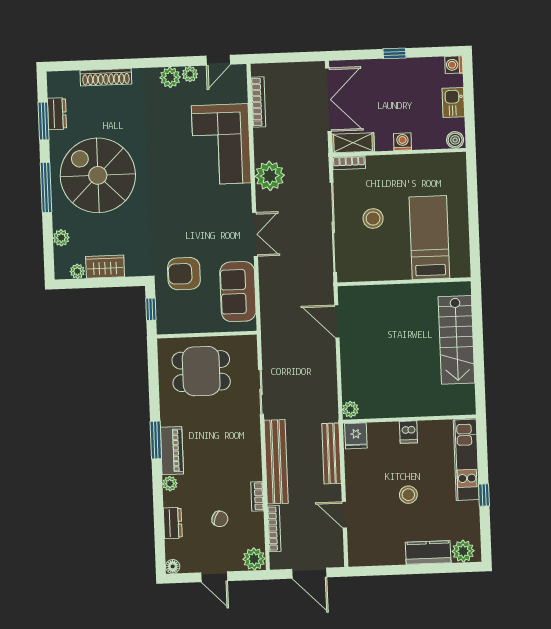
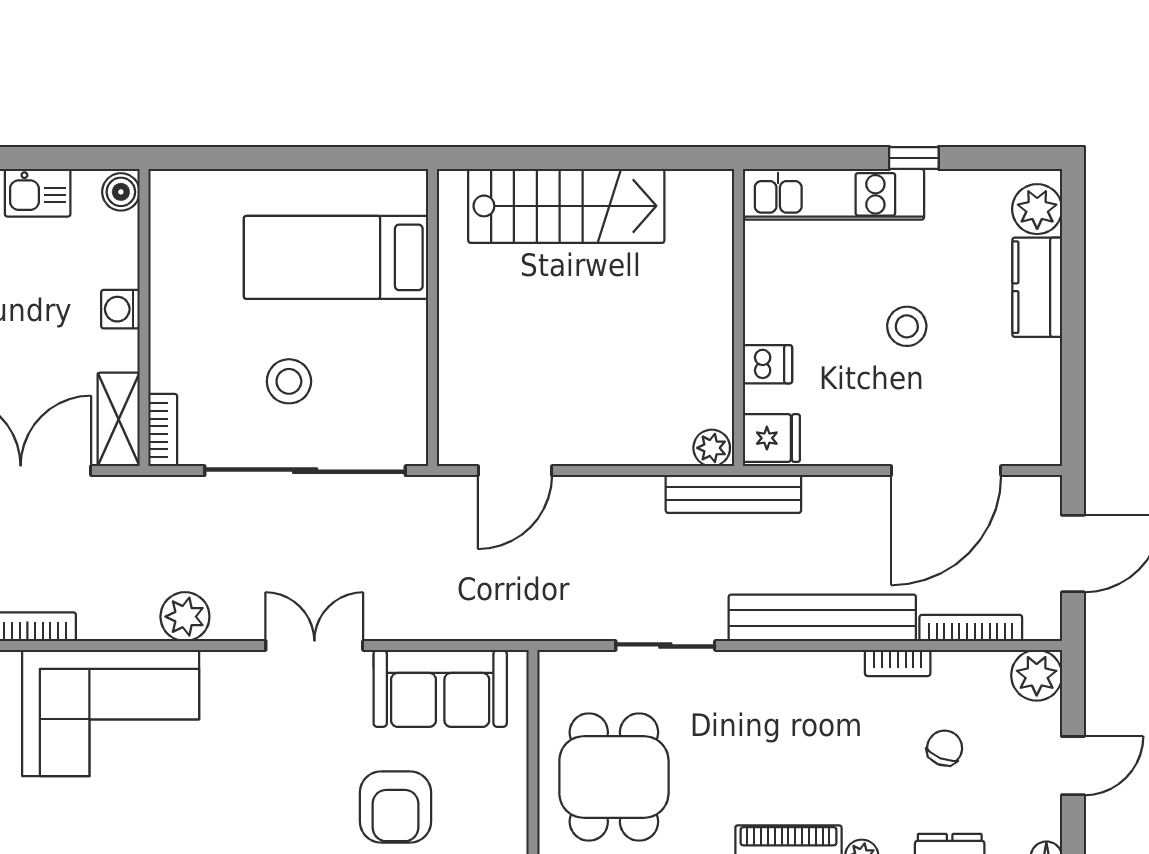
plant: (270, 176) -> (185, 617), width x0.73, depth x0.73
dishwasher: (408, 432) -> (767, 364), moved
bench: (331, 453) -> (733, 494), moved
door: (344, 515) -> (946, 471), width x1.87

